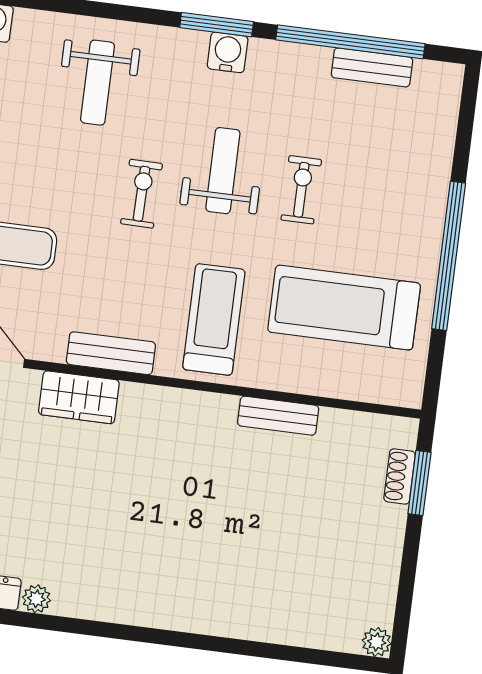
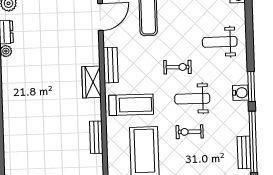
weight bench: (223, 171) -> (192, 99), turned 180
exercise bike: (301, 190) -> (190, 132), turned 180
wardrobe: (79, 397) -> (91, 82), moved

